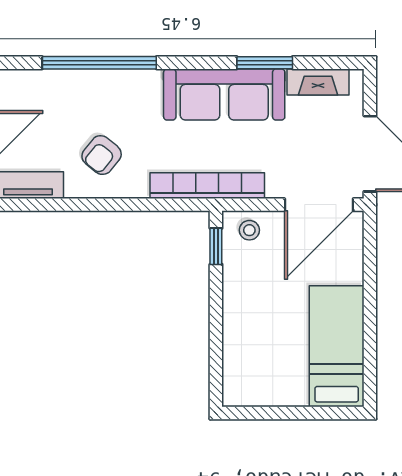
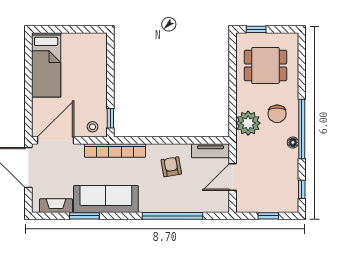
armchair: (102, 155) -> (171, 167), turned -49

